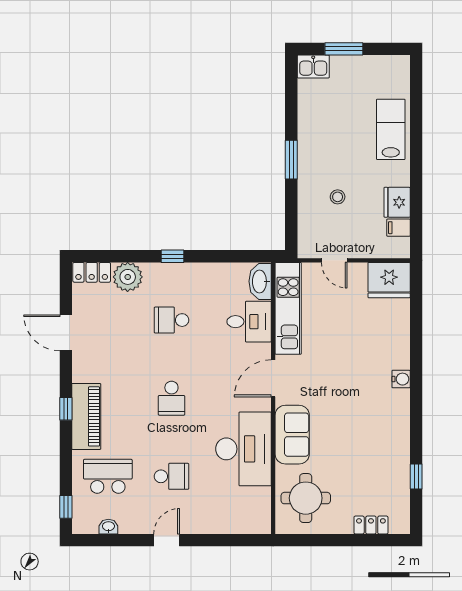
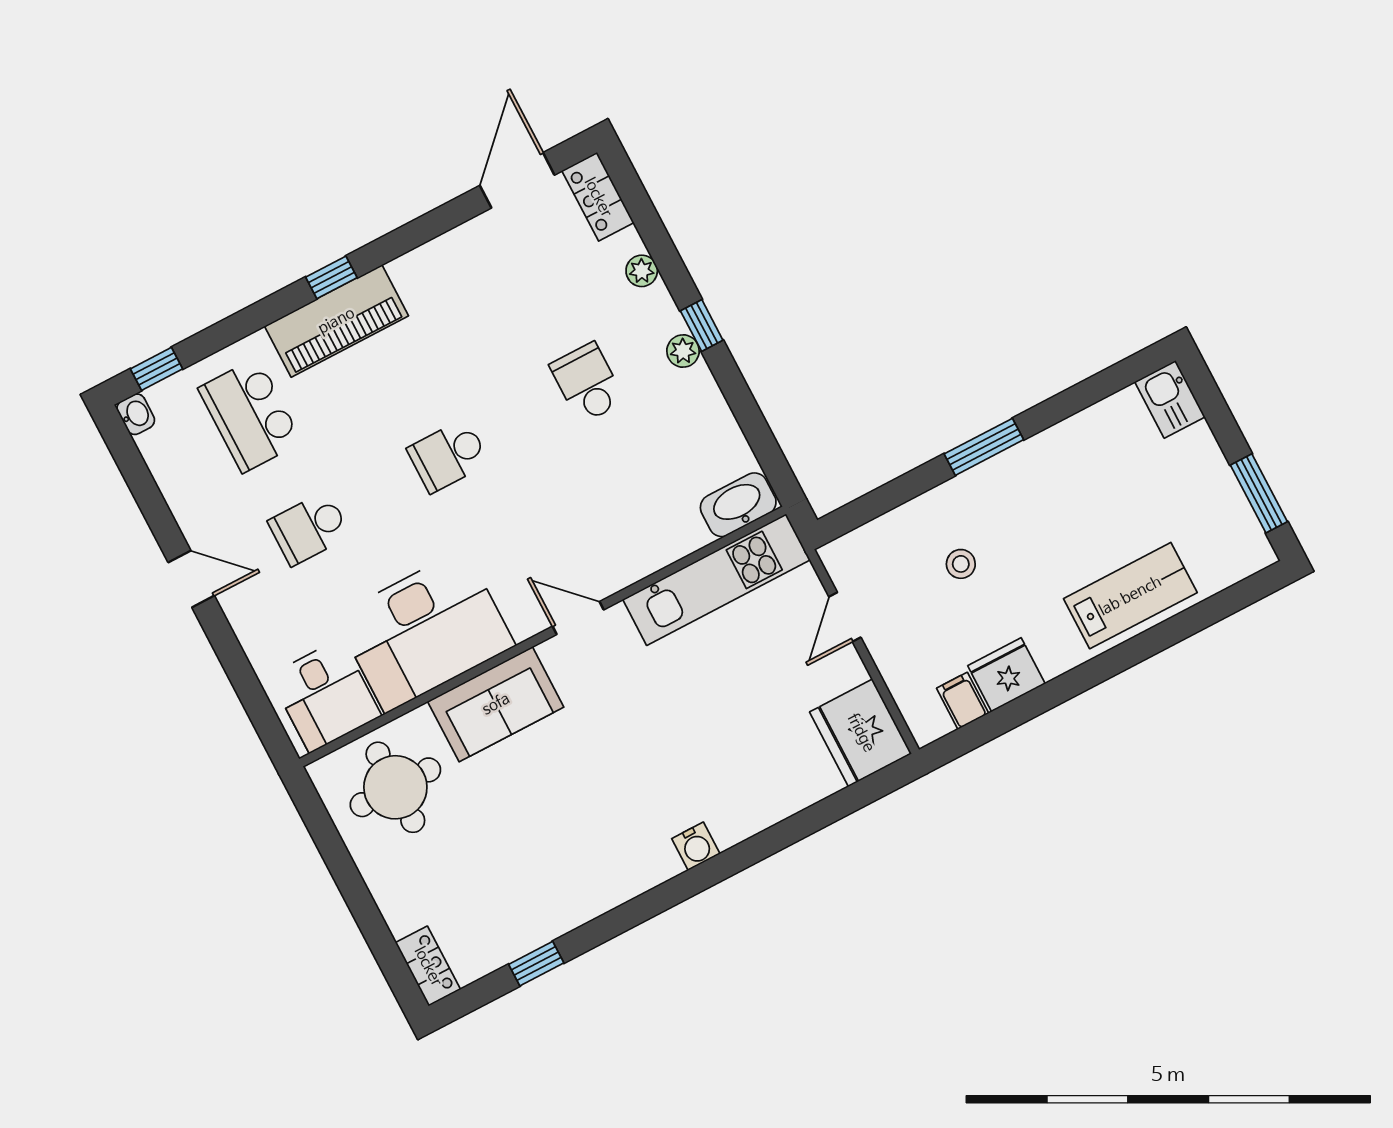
window: (344, 49) -> (1259, 493), moved
plant: (179, 270) -> (683, 351), added
plant: (128, 277) -> (642, 271), width x0.53, depth x0.53
desk: (249, 322) -> (325, 696), moved
door: (66, 333) -> (517, 180), moved
door: (273, 378) -> (578, 618), width x0.73
school desk: (108, 476) -> (250, 415), turned 180
school desk: (171, 476) -> (309, 528), turned 90
locker: (371, 525) -> (428, 966), moved
washbasin: (108, 527) -> (136, 414), moved

